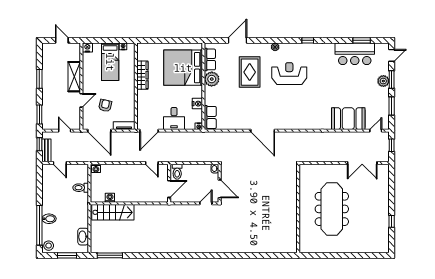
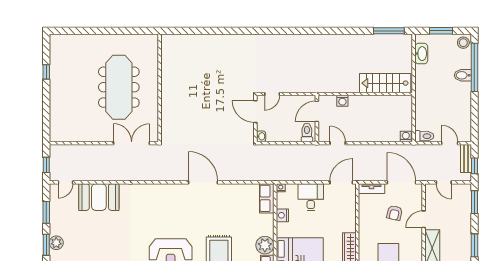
double door: (362, 163) -> (132, 143), moved
toilet: (81, 188) -> (424, 136), moved
washing machine: (110, 198) -> (342, 101), moved

